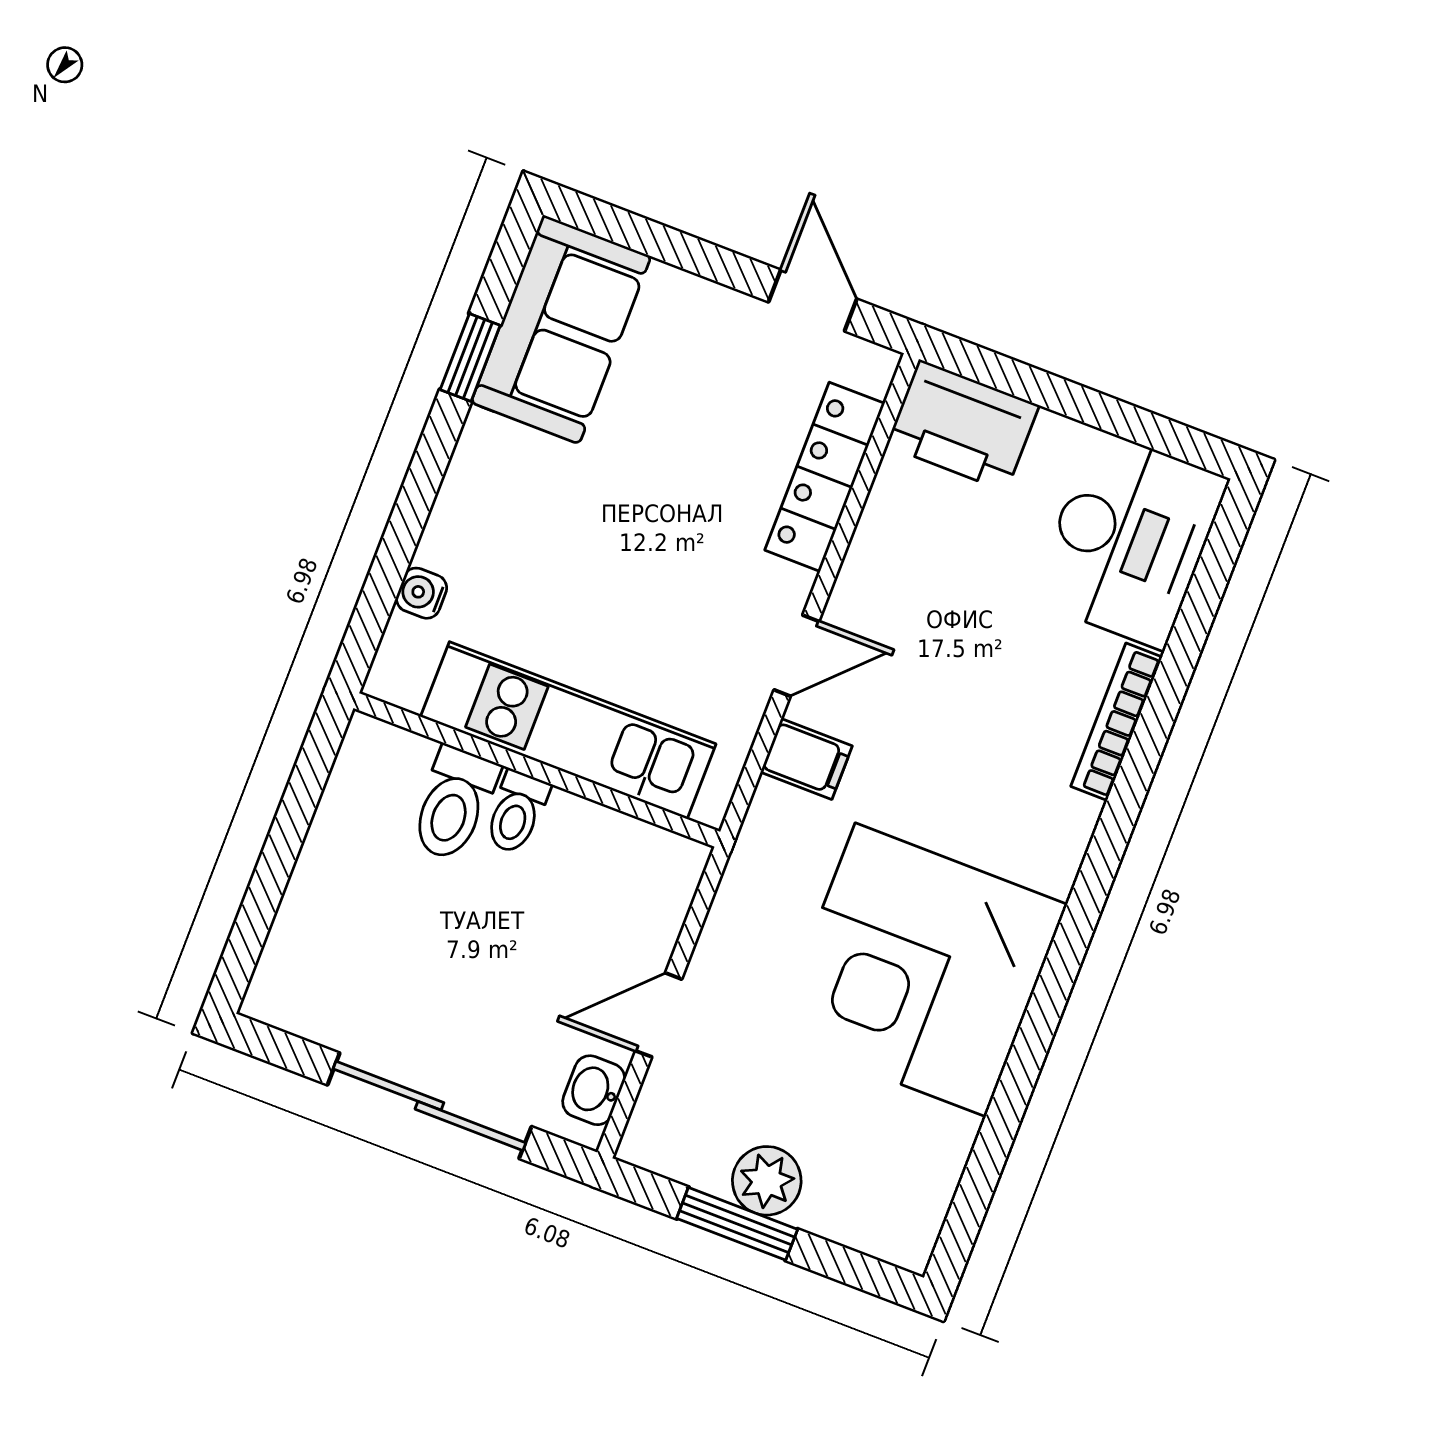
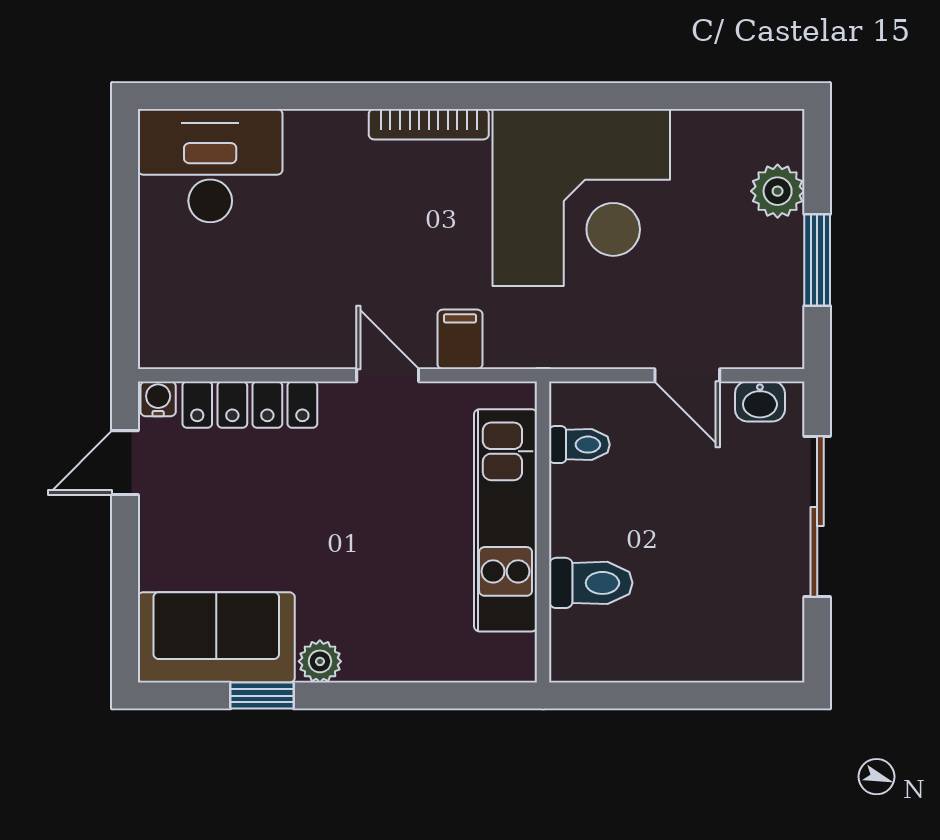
printer: (963, 425) -> (174, 319), removed
plant: (484, 443) -> (320, 661), added
water cooler: (422, 593) -> (158, 399), moved, turned 180
bookcase: (1117, 722) -> (429, 124), moved
toilet: (517, 812) -> (579, 445), moved
plant: (767, 1181) -> (778, 191), moved

